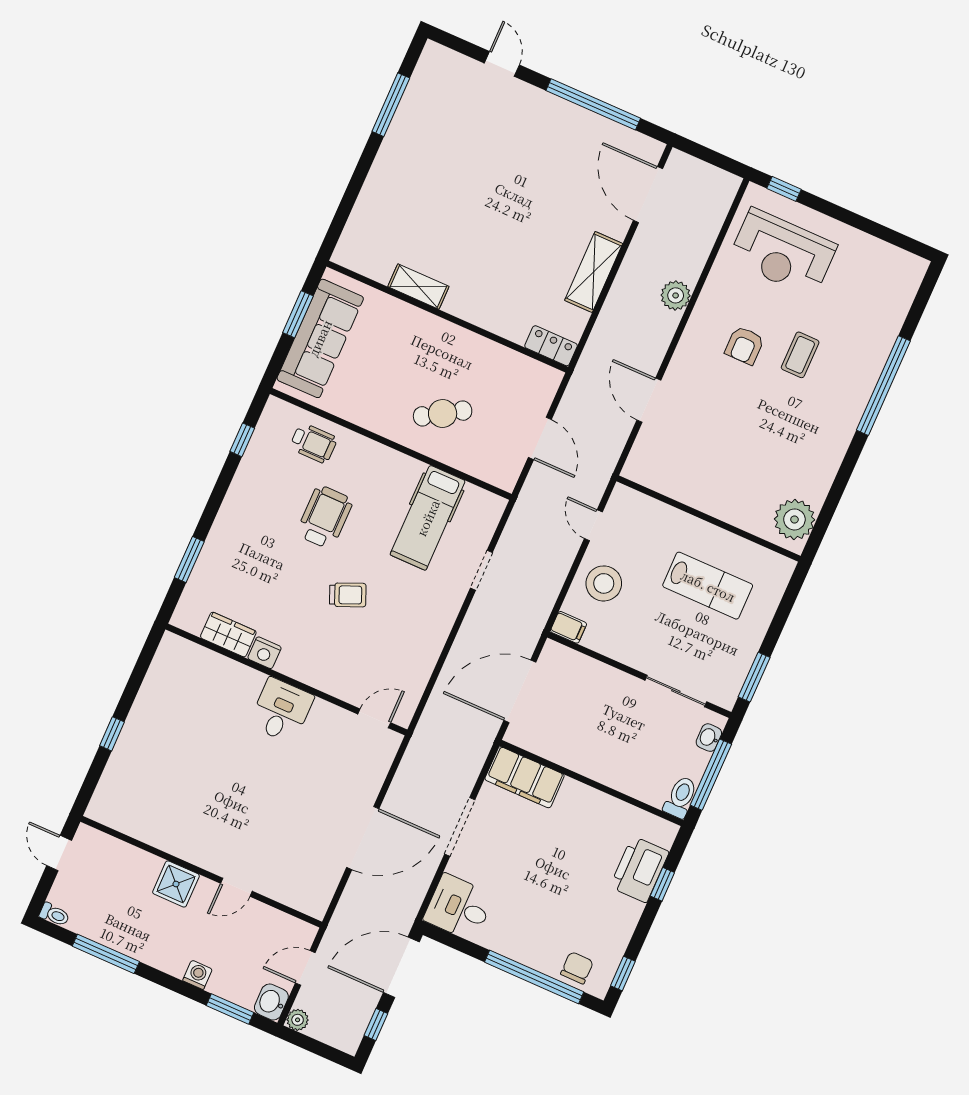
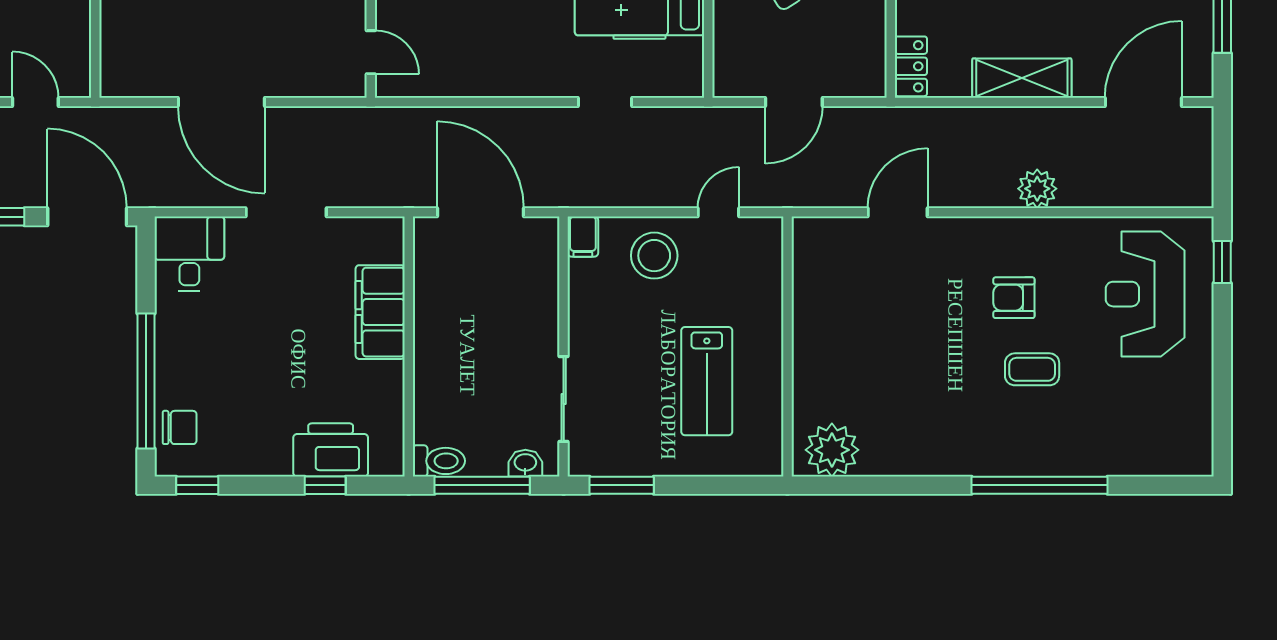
filing cabinet: (525, 777) -> (380, 312), moved

